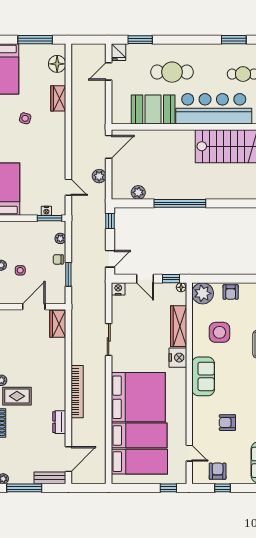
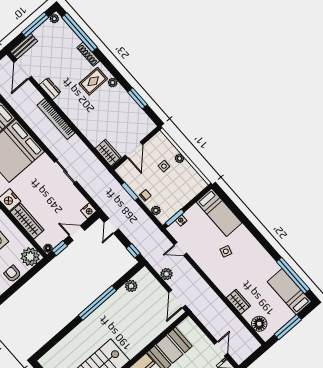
side table: (25, 118) -> (226, 251), moved

